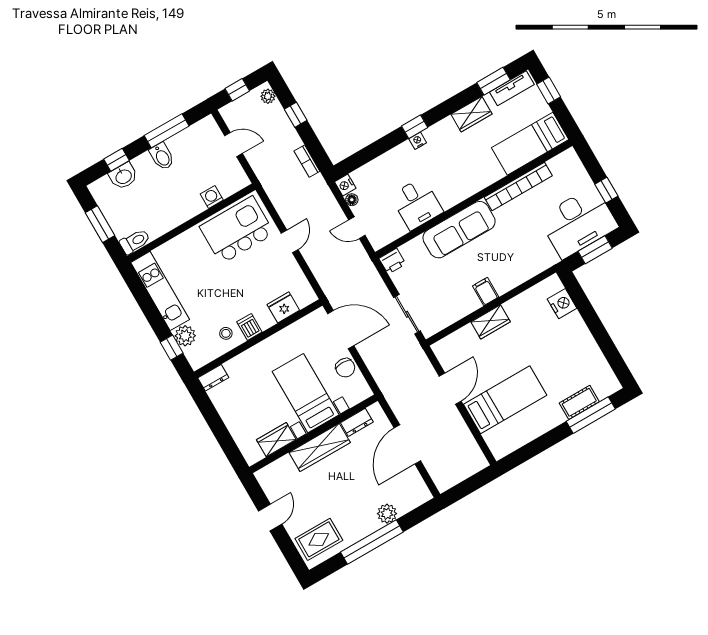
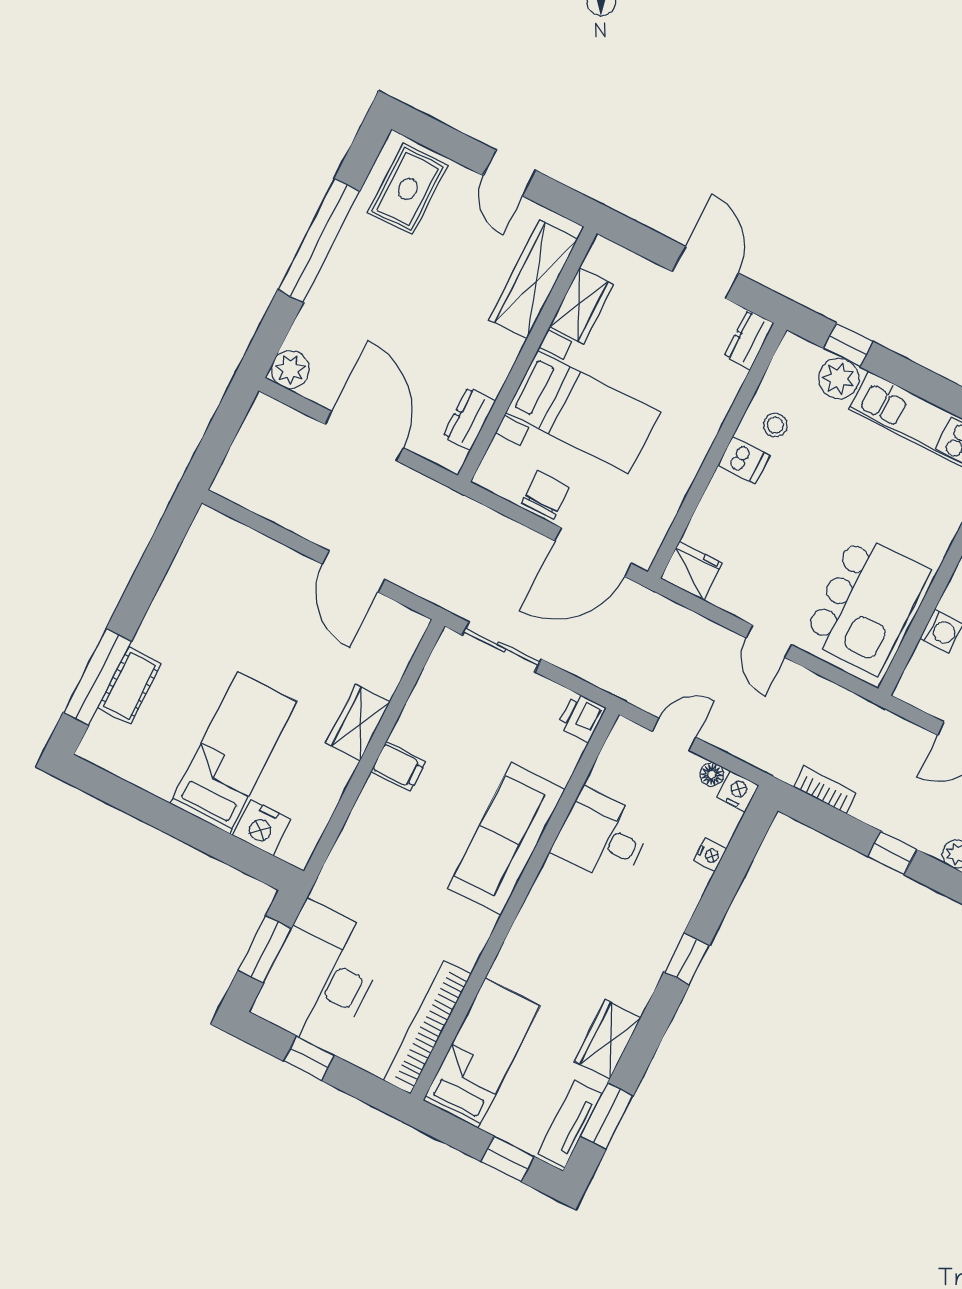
nightstand: (418, 141) -> (710, 855), moved
bookcase: (518, 187) -> (427, 1027), moved
fridge: (283, 307) -> (691, 571), moved, turned -90
chair: (345, 368) -> (545, 495), turned 90
bed: (505, 400) -> (233, 753), moved, turned 180
door: (213, 419) -> (705, 272), added
wardrobe: (320, 447) -> (533, 280), moved
plant: (387, 514) -> (290, 370), moved

